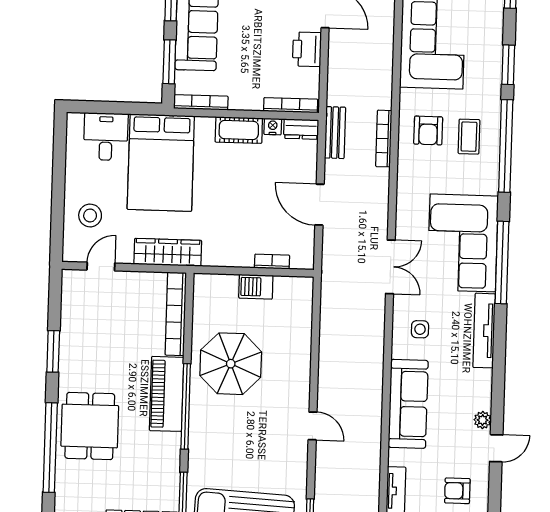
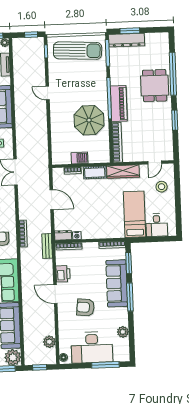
cot: (239, 130) -> (95, 173), moved
bench: (335, 133) -> (47, 246), moved
bed: (161, 163) -> (135, 214), width x0.67

